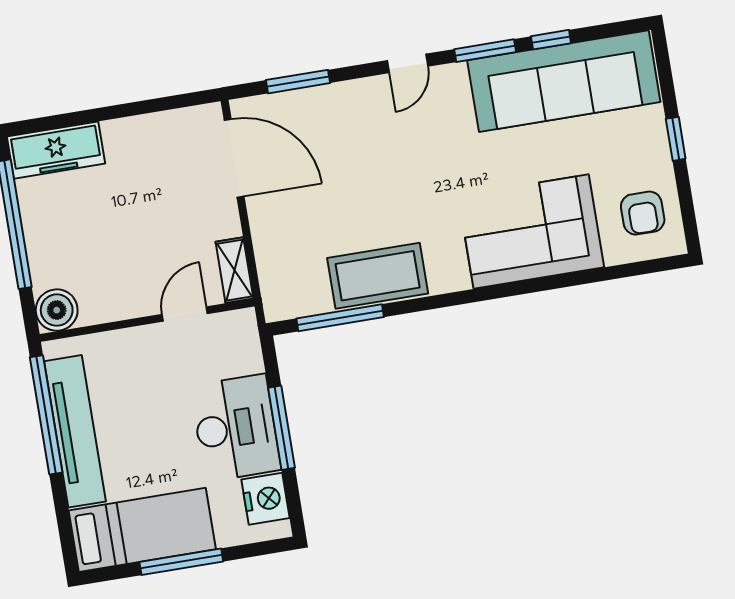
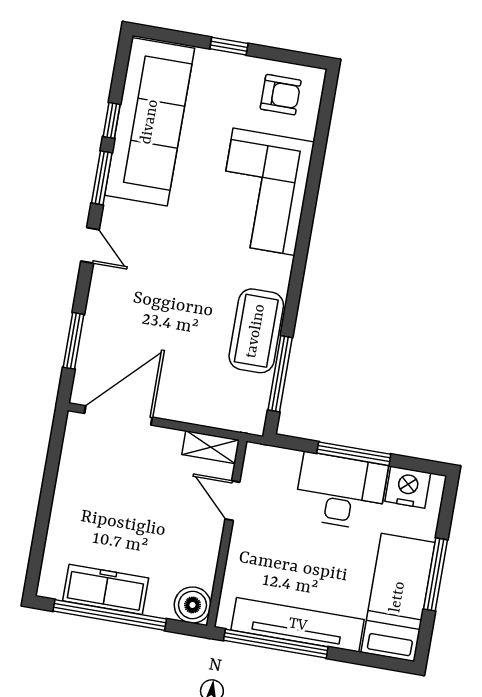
freezer: (56, 150) -> (106, 589), moved, turned -90

